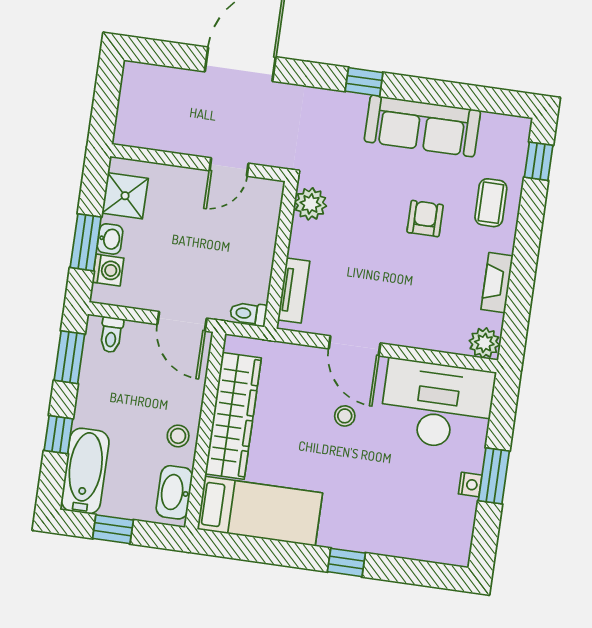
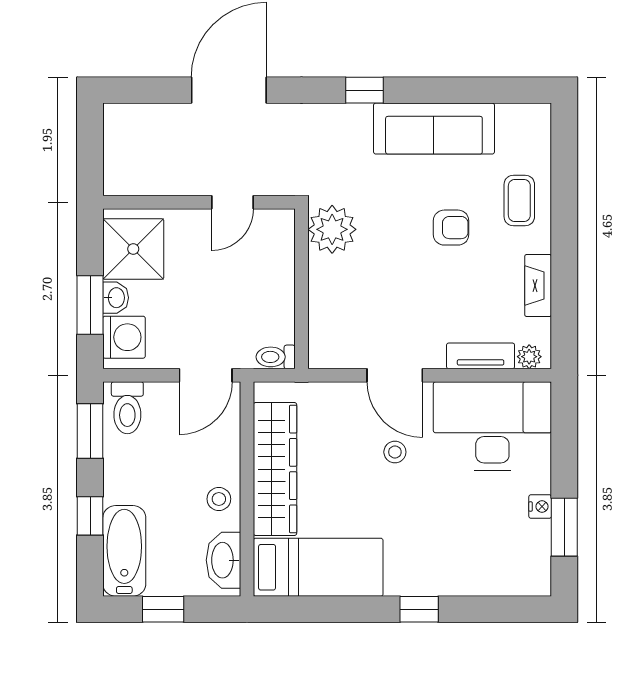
window: (539, 161) -> (564, 149), removed
shower: (125, 196) -> (133, 249), width x1.36, depth x1.36
plant: (310, 204) -> (332, 229), width x1.36, depth x1.36
armchair: (425, 219) -> (451, 228), turned 90
washing machine: (108, 270) -> (124, 337), width x1.38, depth x1.38
tv unit: (294, 291) -> (481, 356), moved, turned -90
door: (182, 321) -> (206, 375), hinge flipped
toilet: (111, 335) -> (127, 408), width x1.37, depth x1.39
plant: (484, 343) -> (529, 357), width x0.73, depth x0.73
window: (494, 476) -> (564, 527), moved

